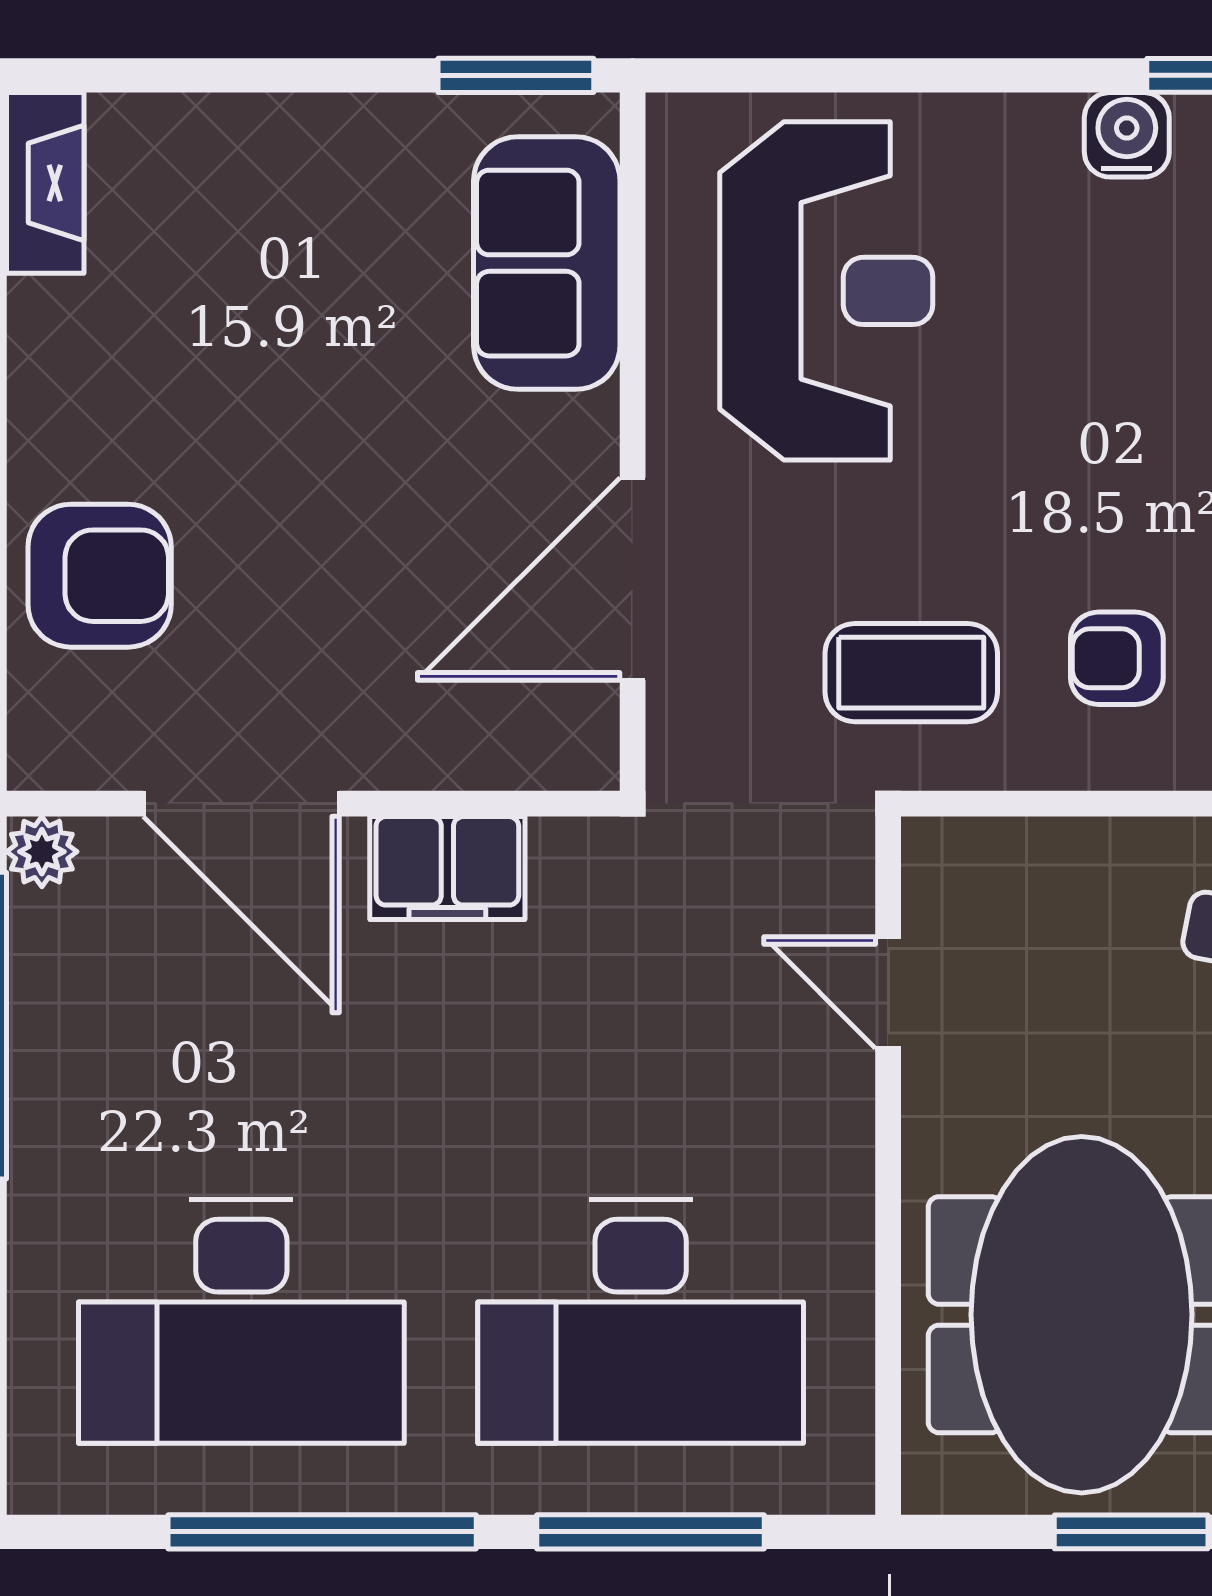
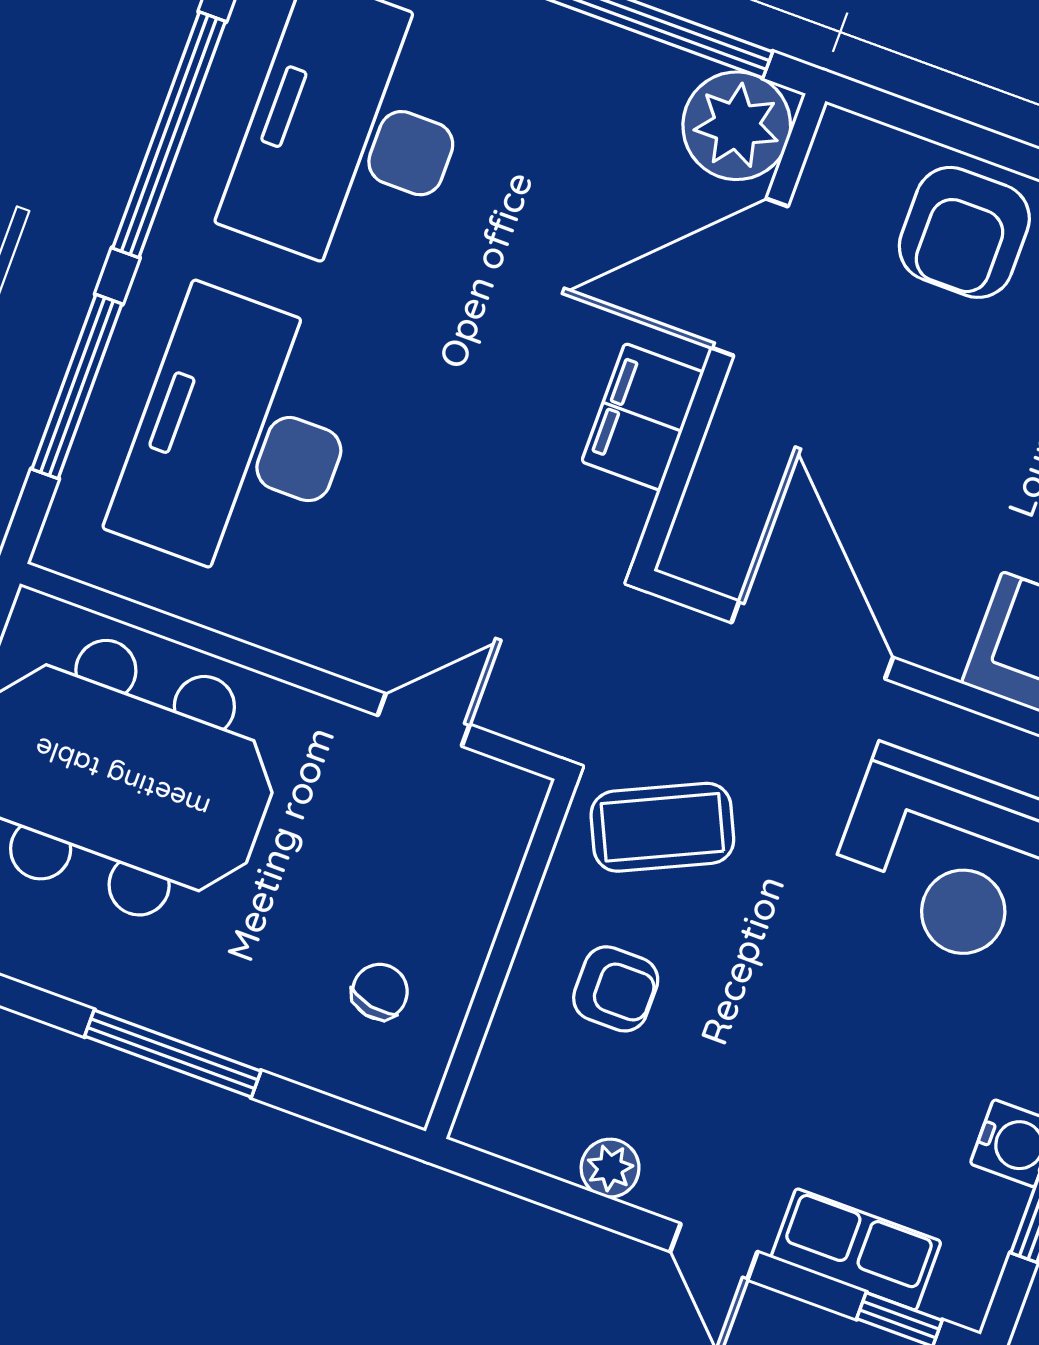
armchair: (1117, 658) -> (616, 989), turned 90
coffee table: (911, 673) -> (662, 827), turned 65
plant: (42, 852) -> (737, 126), width x1.88, depth x1.88

